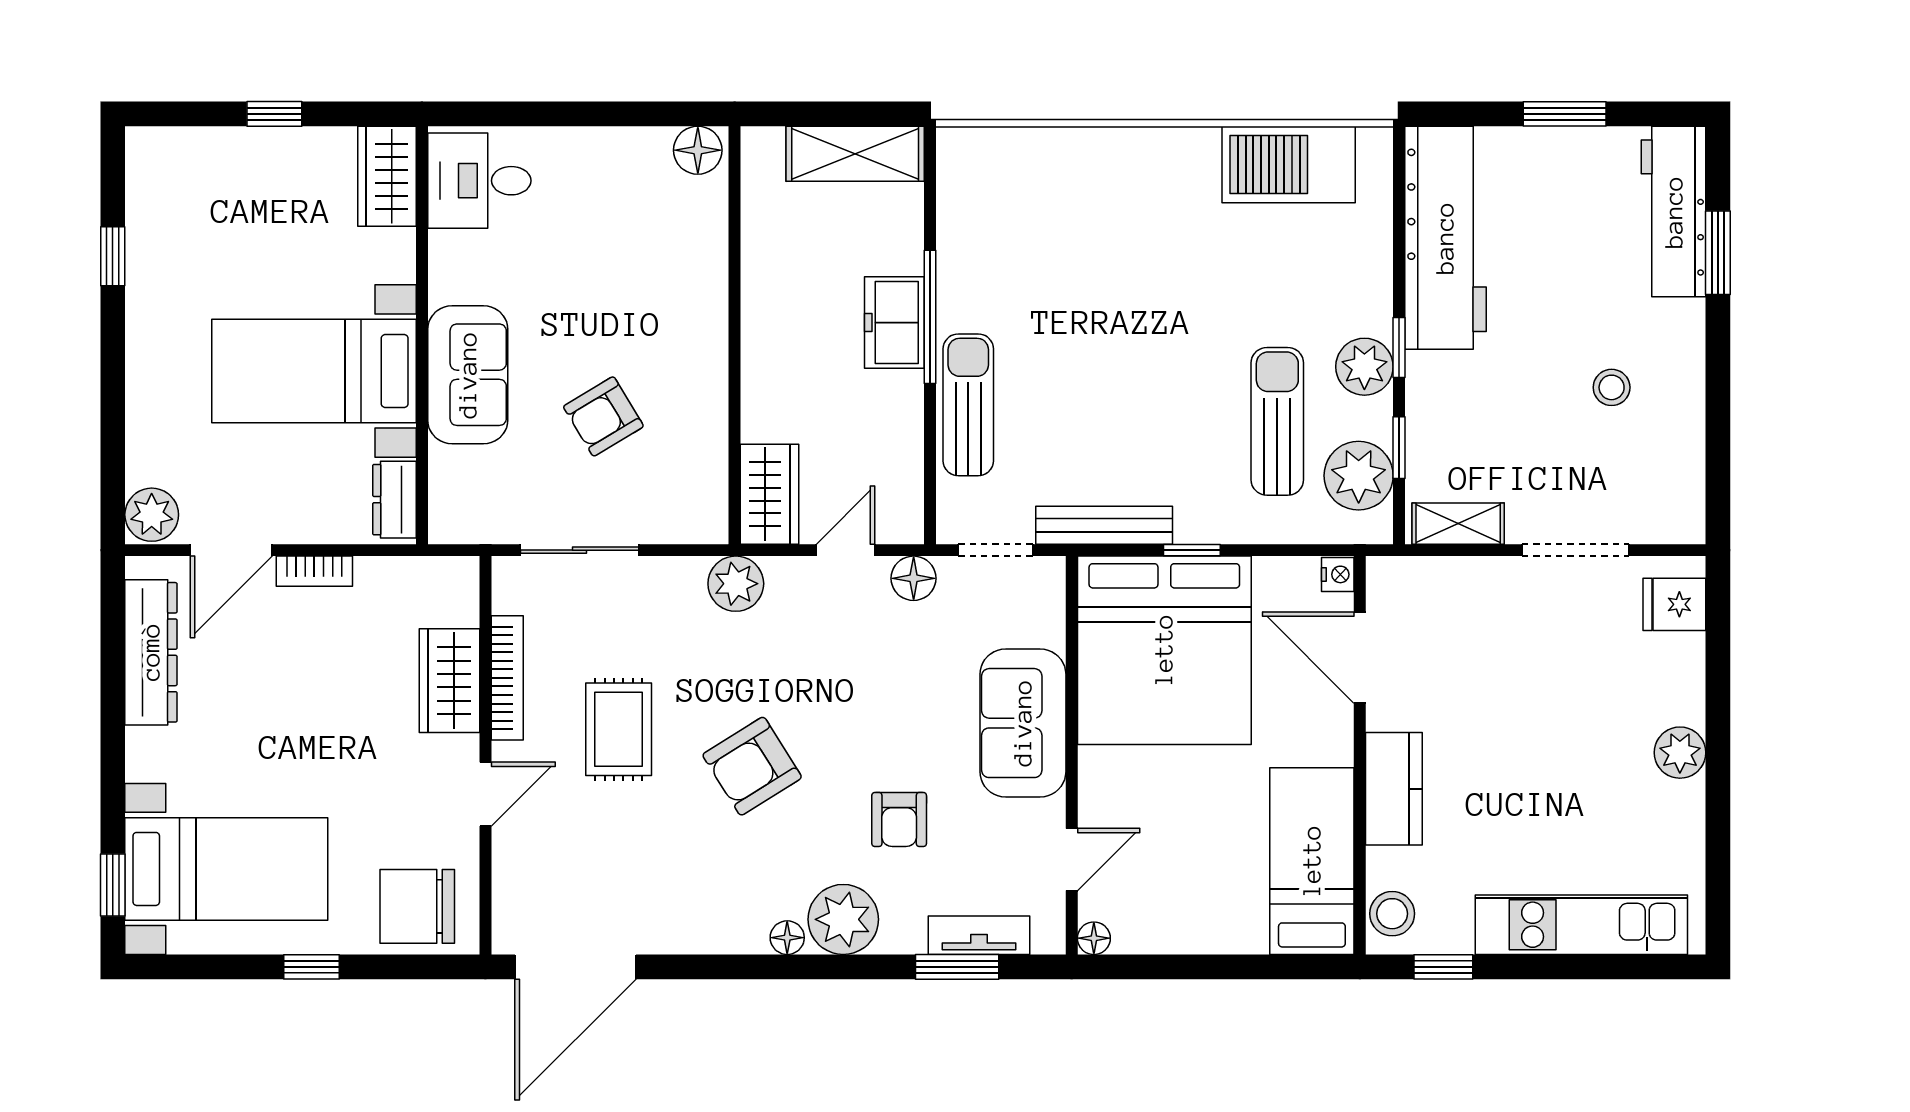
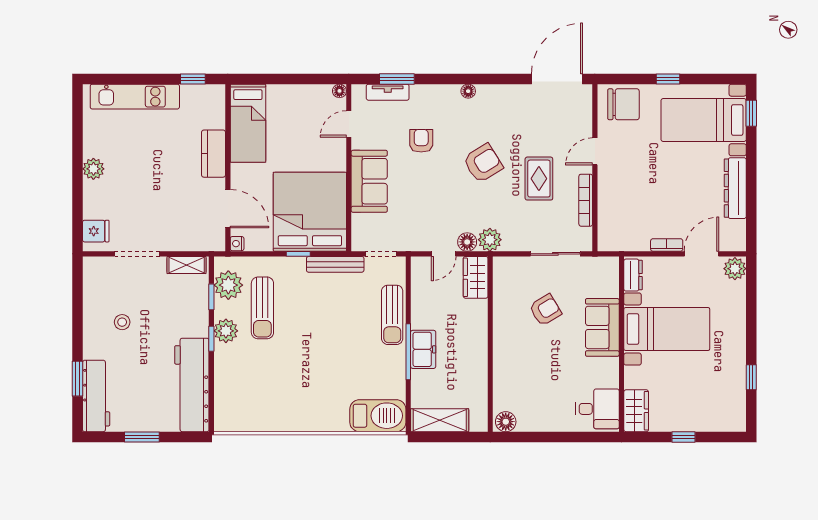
barbecue: (1289, 164) -> (378, 416), moved
floor lamp: (914, 578) -> (467, 242), moved
dresser: (151, 652) -> (735, 188), moved
wardrobe: (450, 681) -> (610, 199), removed
stool: (1392, 914) -> (214, 101), removed
plant: (843, 919) -> (445, 99), removed

